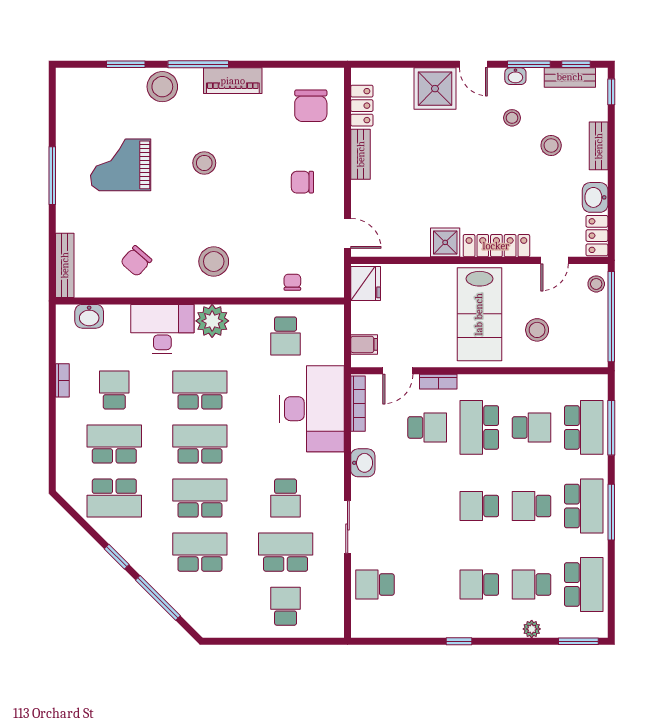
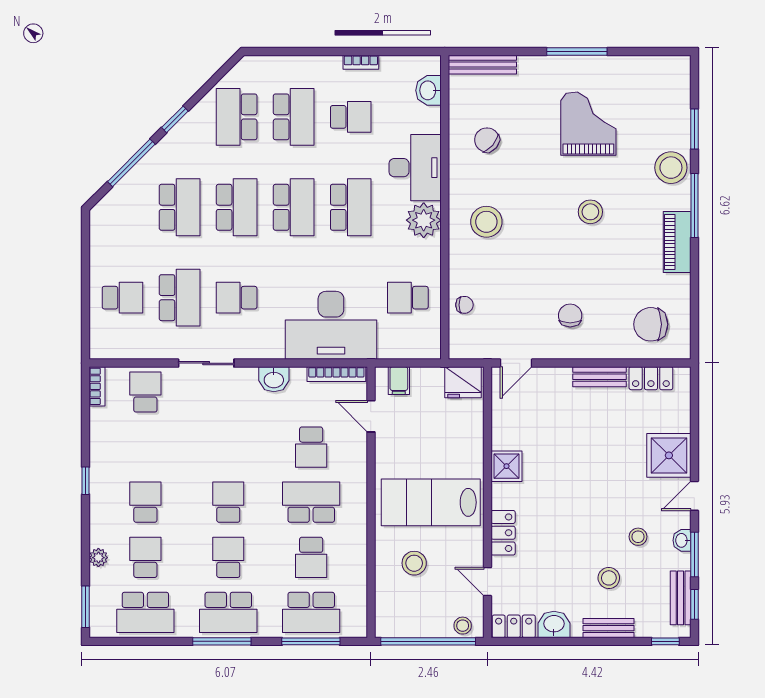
locker: (496, 246) -> (503, 533), width x0.66
bookcase: (438, 382) -> (97, 386), moved, turned 180

